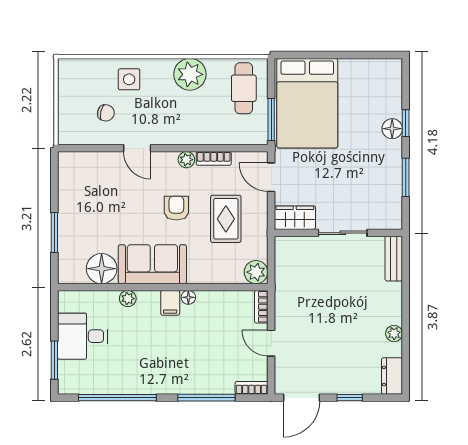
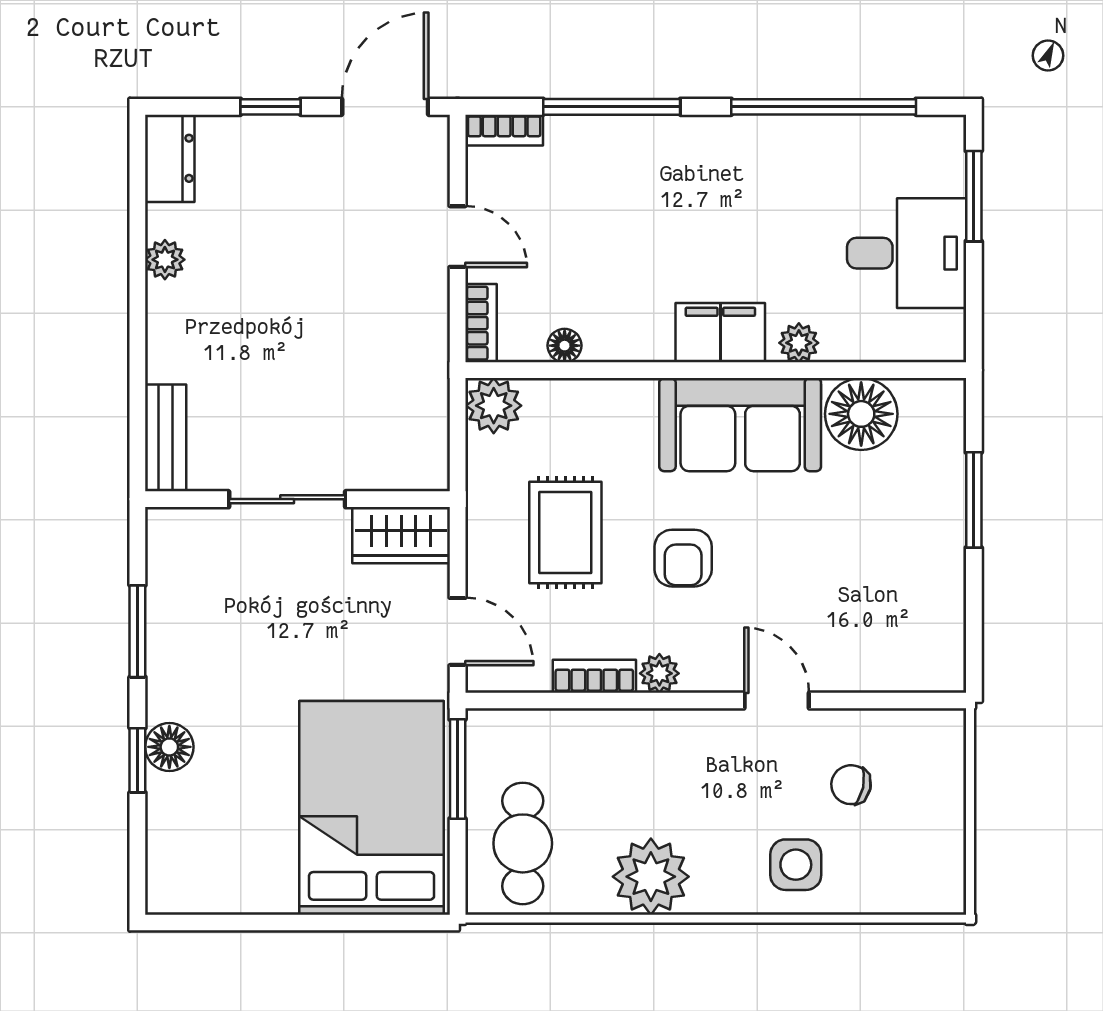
floor lamp: (188, 297) -> (565, 346), moved
filing cabinet: (170, 303) -> (720, 333), width x2.00

